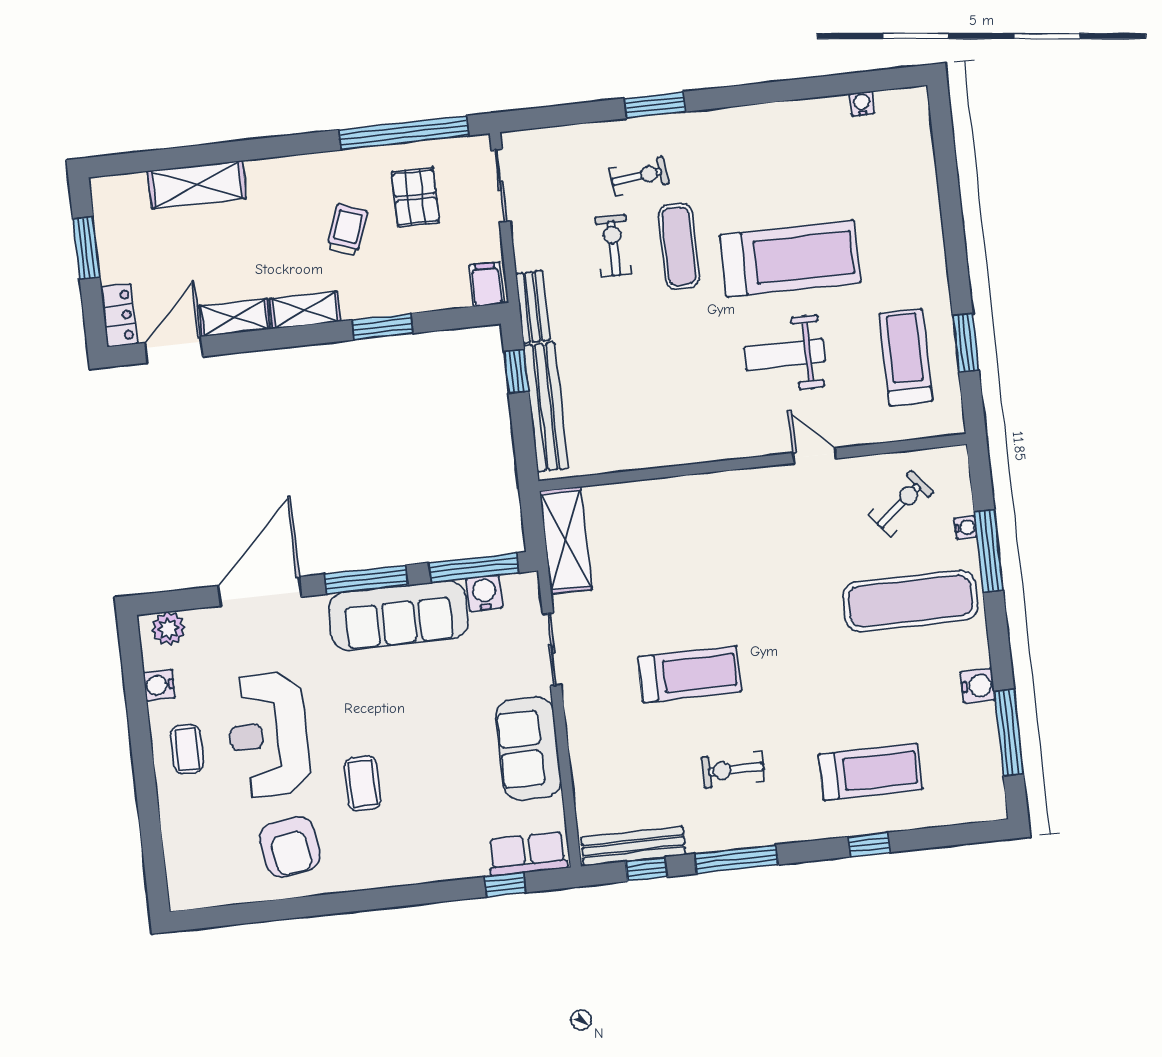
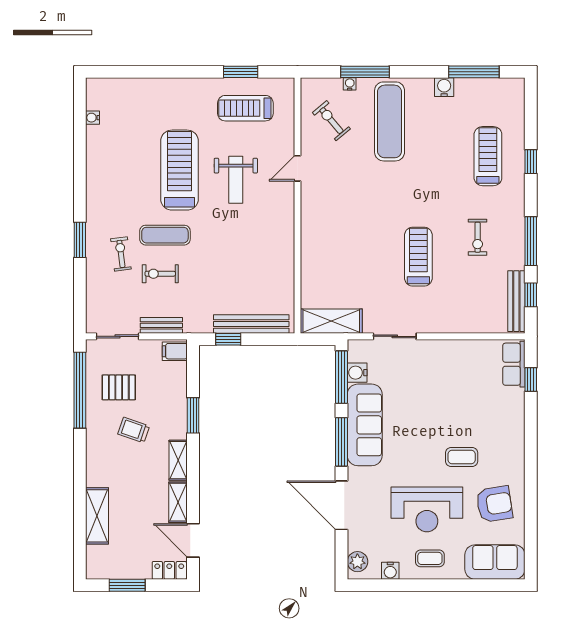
bench: (533, 307) -> (161, 325), moved
sofa: (528, 748) -> (495, 562), moved, turned 180

